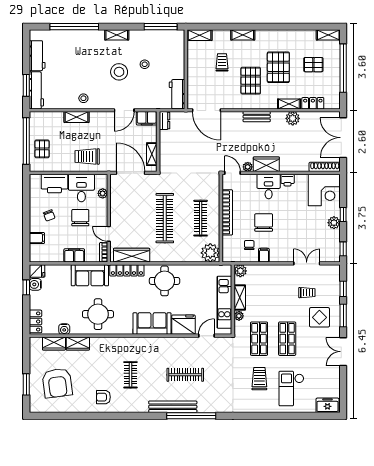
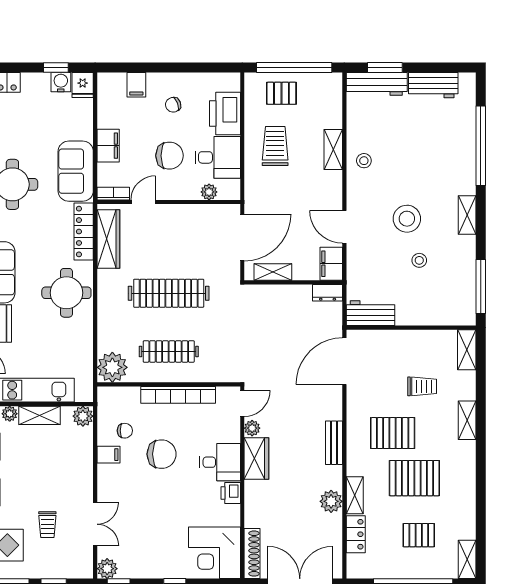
pallet: (313, 65) -> (419, 535), turned 90
trolley: (87, 156) -> (275, 146), moved
plant: (334, 223) -> (107, 569), moved

